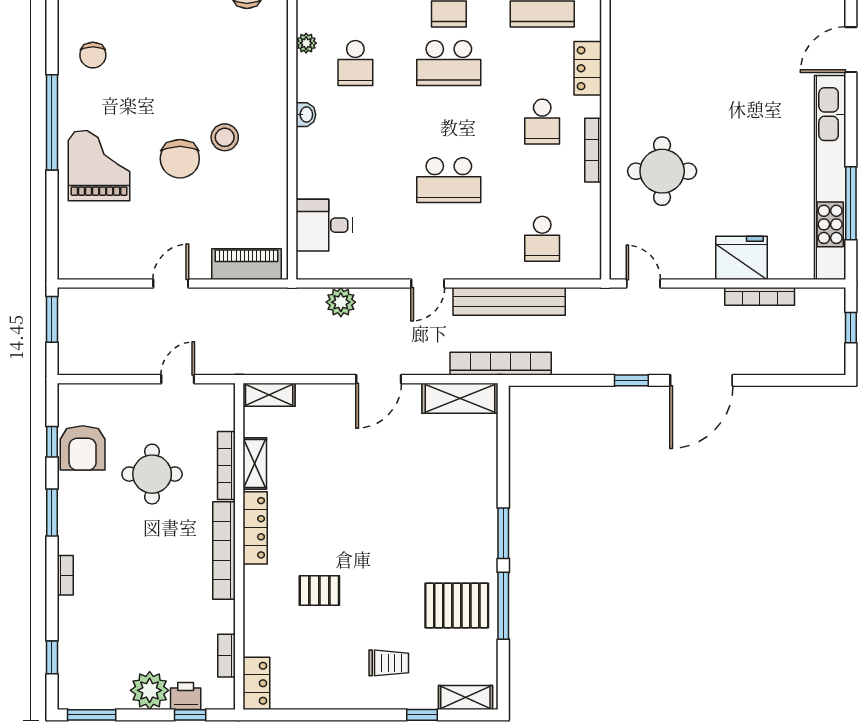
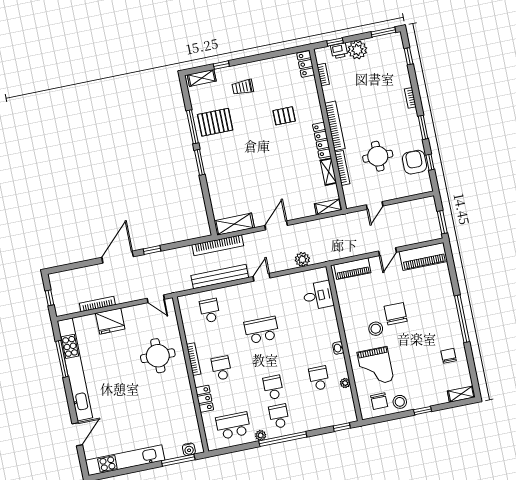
school desk: (449, 63) -> (273, 387), width x0.54
grand piano: (99, 166) -> (375, 366), moved
piano: (103, 260) -> (423, 256), added

